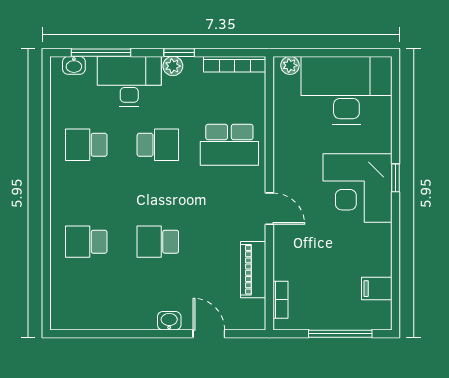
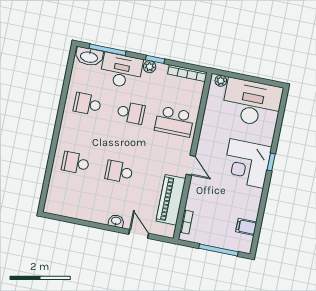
washbasin: (74, 65) -> (89, 57), width x1.91, depth x1.45
piano: (253, 270) -> (171, 200), width x1.37, depth x1.33

